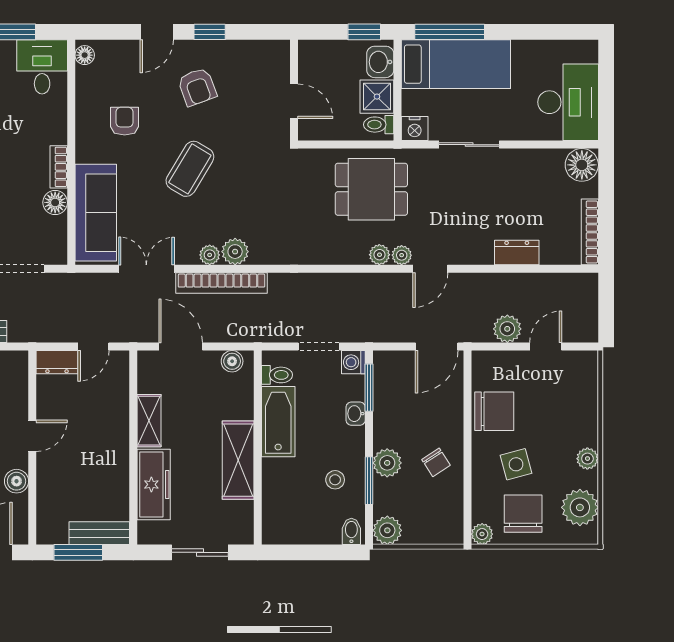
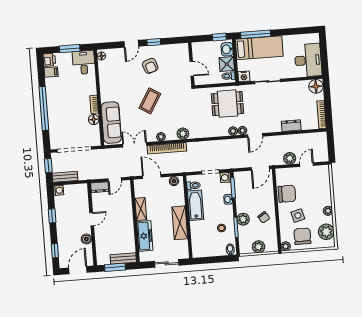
armchair: (125, 121) -> (120, 83), removed
plant: (235, 252) -> (183, 134), moved
plant: (387, 530) -> (259, 247), moved

